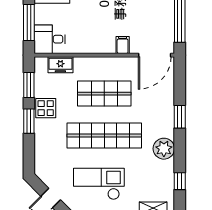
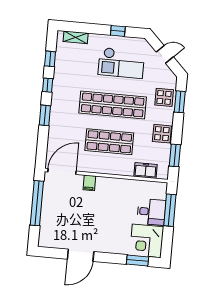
desk: (50, 39) -> (151, 212), moved
window: (29, 121) -> (180, 102), moved
display table: (47, 149) -> (164, 97), added
plant: (164, 149) -> (61, 89), removed
window: (180, 151) -> (48, 85), added

